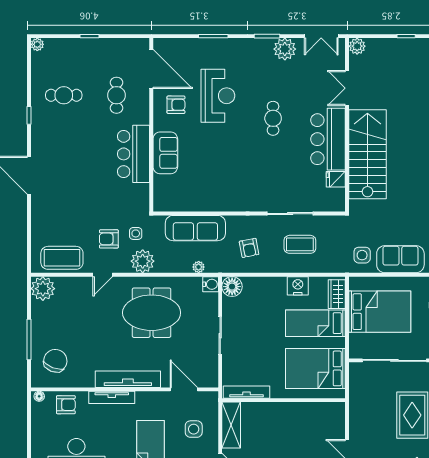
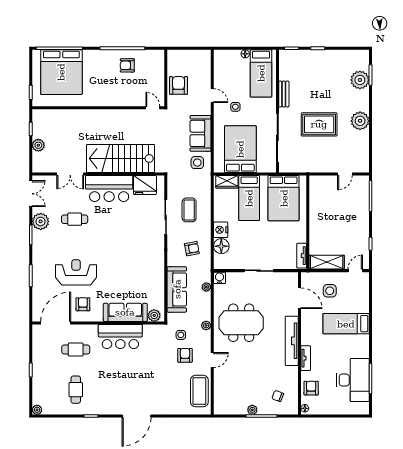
plant: (357, 46) -> (38, 145), moved
cafe table: (273, 118) -> (75, 219), moved
sofa: (165, 153) -> (125, 312), width x1.36
fridge: (336, 179) -> (145, 185), width x1.88, depth x1.34
plant: (161, 198) -> (154, 315), added
armchair: (109, 239) -> (185, 355), turned 180
plant: (143, 261) -> (206, 325), width x0.53, depth x0.53
door: (103, 275) -> (212, 360), hinge flipped
nightstand: (298, 286) -> (221, 230), moved
floor lamp: (232, 287) -> (221, 246), moved
plant: (43, 289) -> (252, 410), moved, width x0.53, depth x0.53
meeting table: (152, 313) -> (241, 323), turned 90
chair: (55, 361) -> (278, 396), width x0.54, depth x0.54
door: (184, 389) -> (300, 298), swing flipped
tv unit: (246, 392) -> (302, 256), width x0.71
tv unit: (112, 397) -> (306, 358), width x0.71

